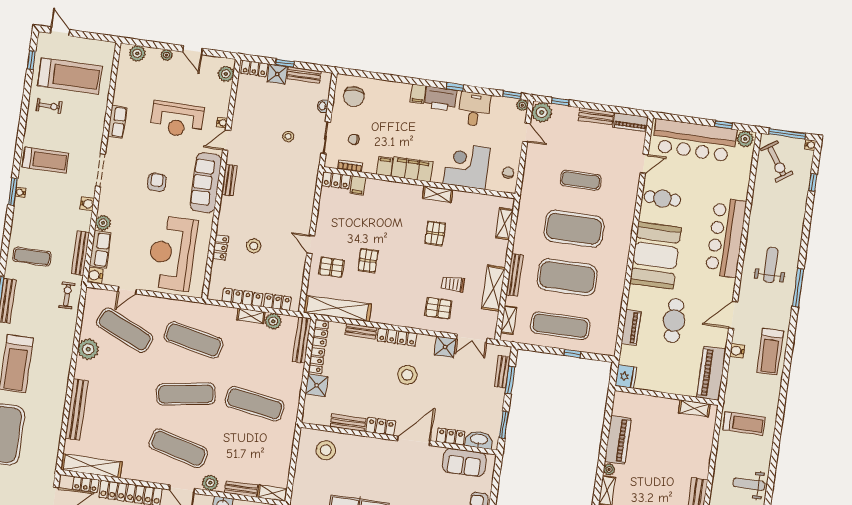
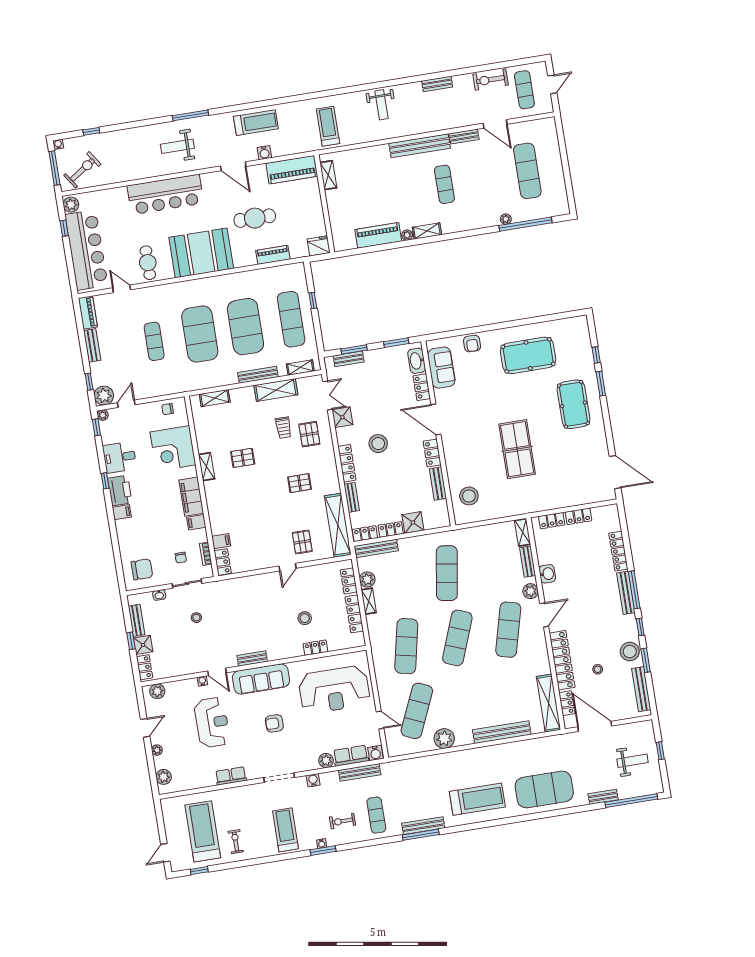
pallet: (368, 261) -> (300, 483), moved
exercise bike: (67, 295) -> (342, 821), moved
exercise mat: (186, 394) -> (457, 638), turned 30

